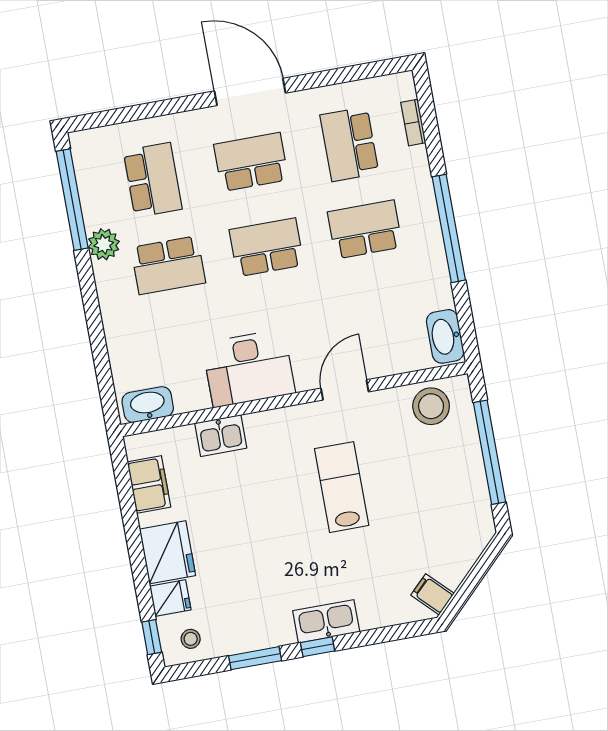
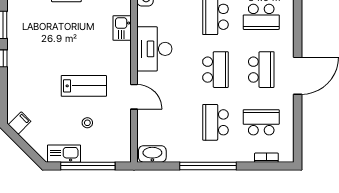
school desk: (365, 229) -> (215, 122), turned 180
stool: (431, 406) -> (87, 123), moved, width x0.53, depth x0.53
kitchen sink: (326, 621) -> (64, 154), moved, turned -90

